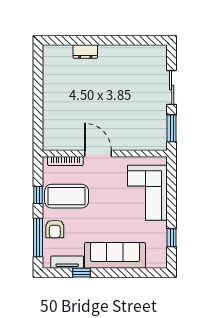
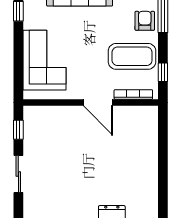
window: (172, 128) -> (18, 130), width x0.67
window: (38, 195) -> (163, 72), moved

